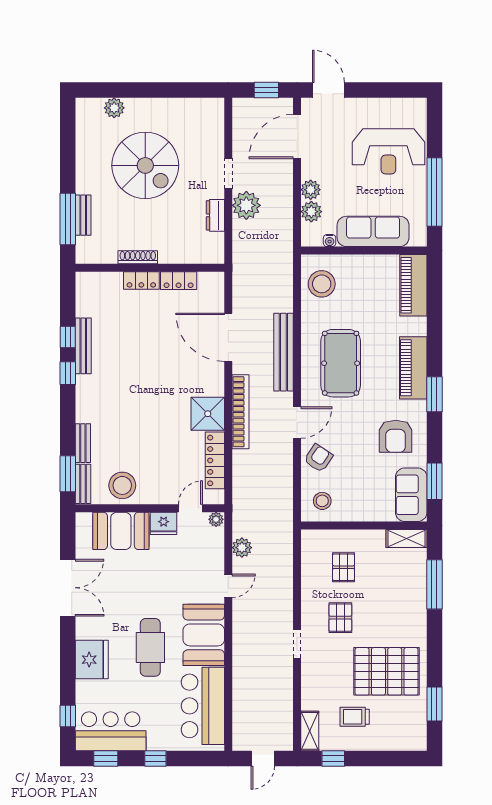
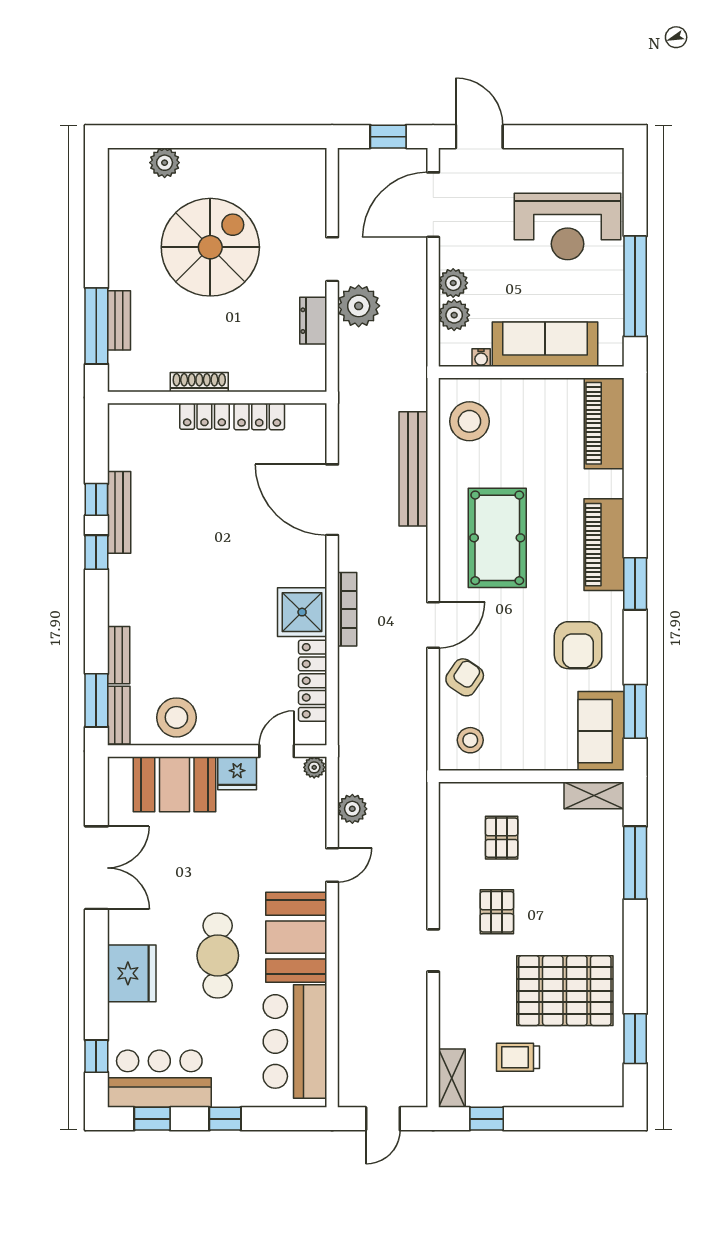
spiral stairs: (145, 165) -> (210, 247), turned -90
bench: (283, 352) -> (413, 469), moved
bookcase: (240, 412) -> (347, 609), width x0.68, depth x0.76

